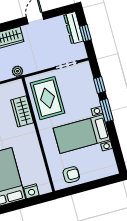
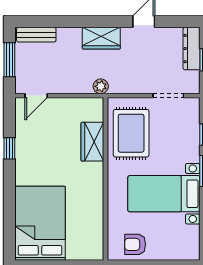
armchair: (71, 175) -> (135, 244), turned 180
nightstand: (31, 191) -> (76, 252), removed

